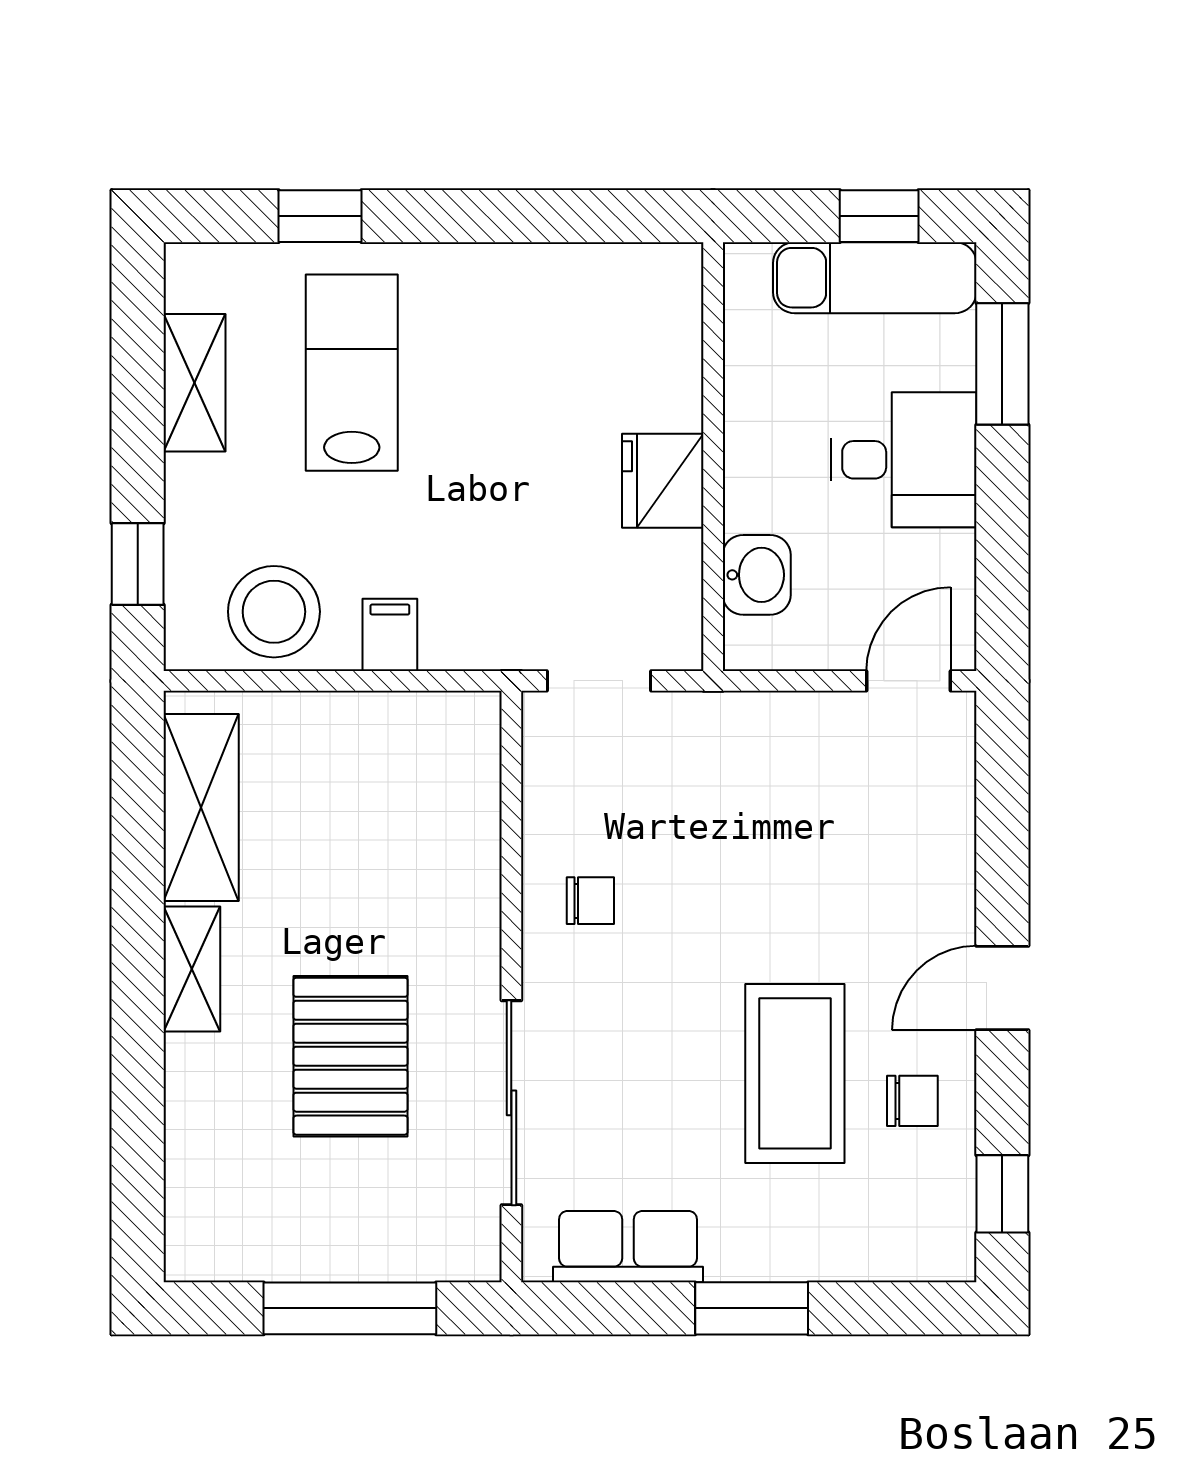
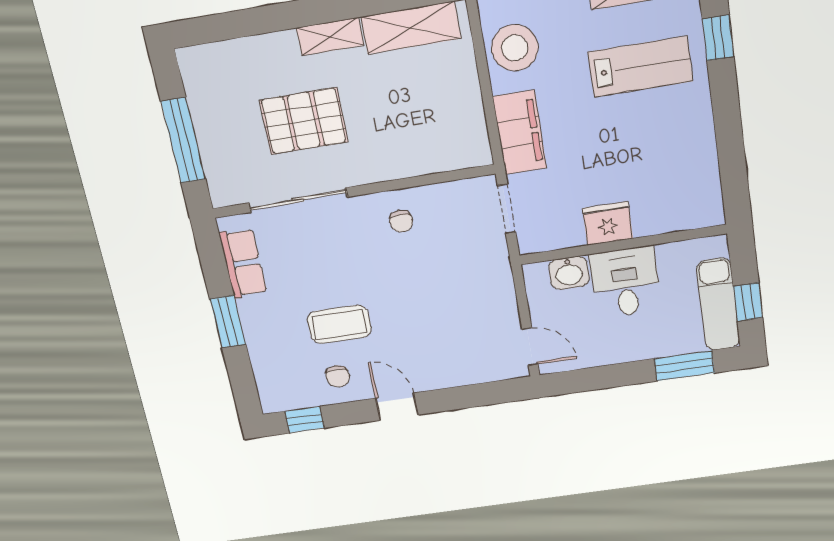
desk: (904, 460) -> (625, 282), moved, turned 180
filing cabinet: (390, 635) -> (520, 132), width x3.00, depth x1.17
coffee table: (795, 1073) -> (339, 324), width x0.73, depth x0.76

